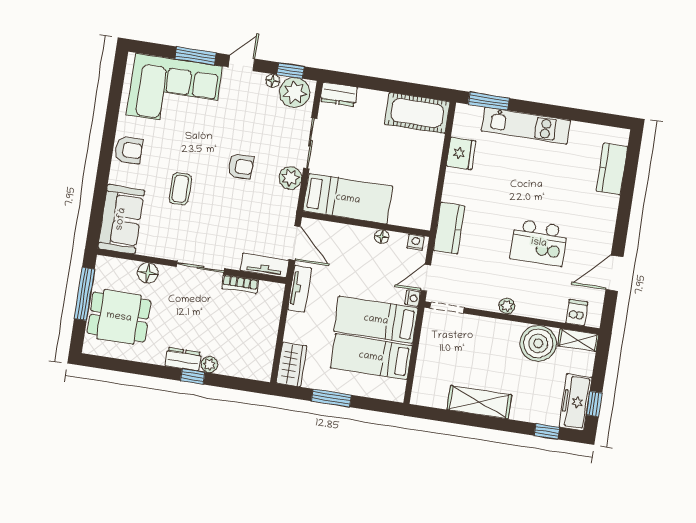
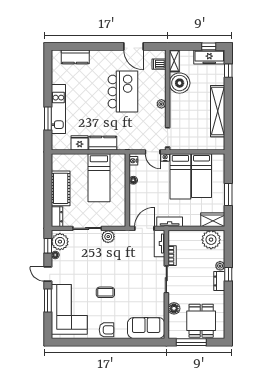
window: (489, 101) -> (48, 118), moved
cot: (417, 113) -> (61, 188), moved
armchair: (129, 150) -> (107, 330), turned 90
armchair: (241, 167) -> (106, 265), removed
coffee table: (180, 189) -> (105, 292), moved
bed: (348, 199) -> (99, 178), moved, turned 180
kitchen counter: (449, 228) -> (103, 143), moved
kitchen island: (539, 243) -> (123, 92), width x1.37, depth x1.28
plant: (257, 356) -> (211, 240), added
shelving: (479, 402) -> (218, 111), width x1.47

